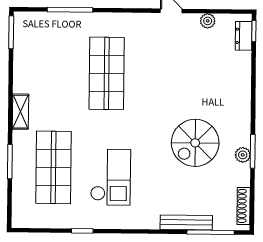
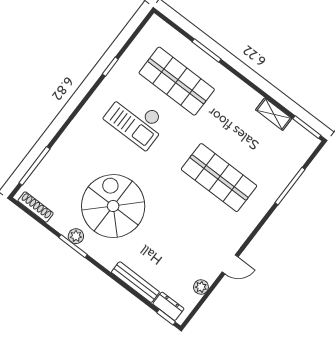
shelving: (20, 112) -> (274, 114), moved
spiral stairs: (195, 143) -> (113, 206), width x1.37, depth x1.37
bench: (186, 222) -> (135, 282), moved, turned 90

